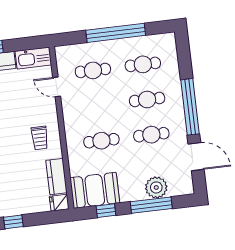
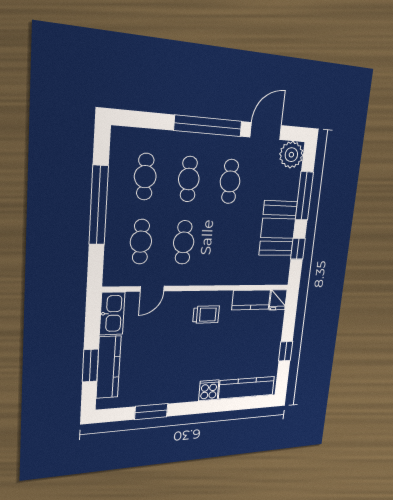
cafe table: (101, 141) -> (184, 242), moved
plant: (156, 187) -> (291, 155), moved
booth: (95, 190) -> (278, 228), moved

